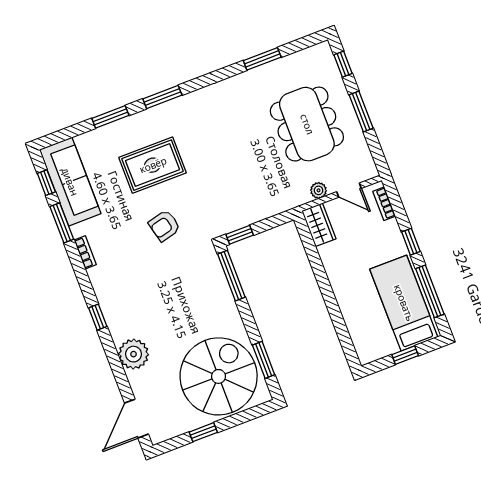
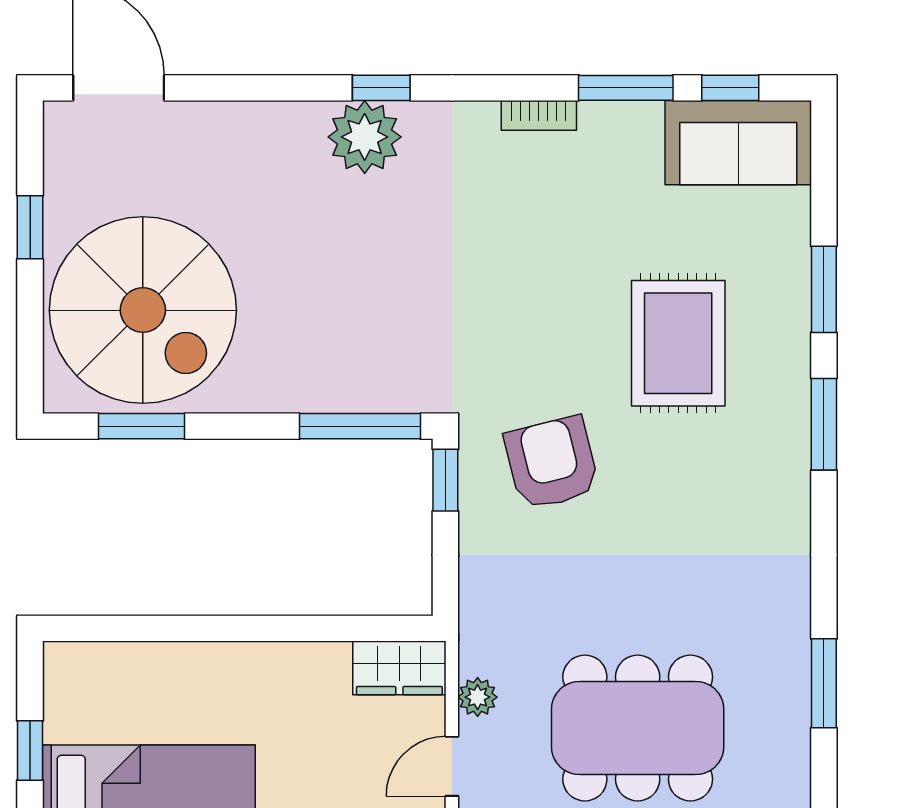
sofa: (70, 182) -> (738, 143), width x0.73
armchair: (164, 226) -> (552, 463), moved, width x1.38, depth x1.38
plant: (134, 354) -> (365, 137), moved

